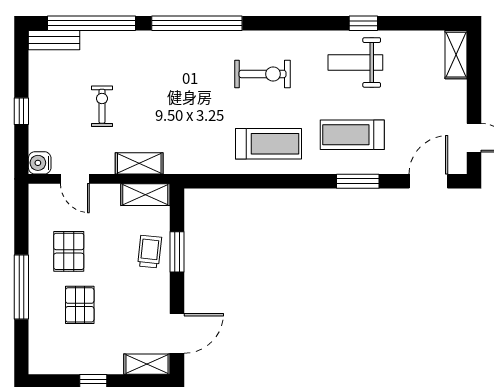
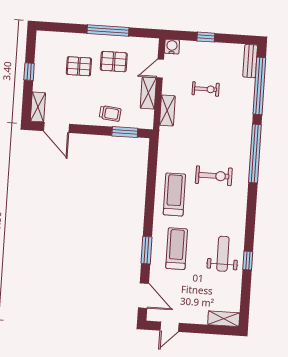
exercise bike: (262, 74) -> (214, 176), moved, turned -90
treadmill: (268, 144) -> (174, 194), turned 180
shelving: (145, 195) -> (148, 93), moved
window: (177, 252) -> (125, 132), moved
window: (21, 287) -> (108, 31), moved

